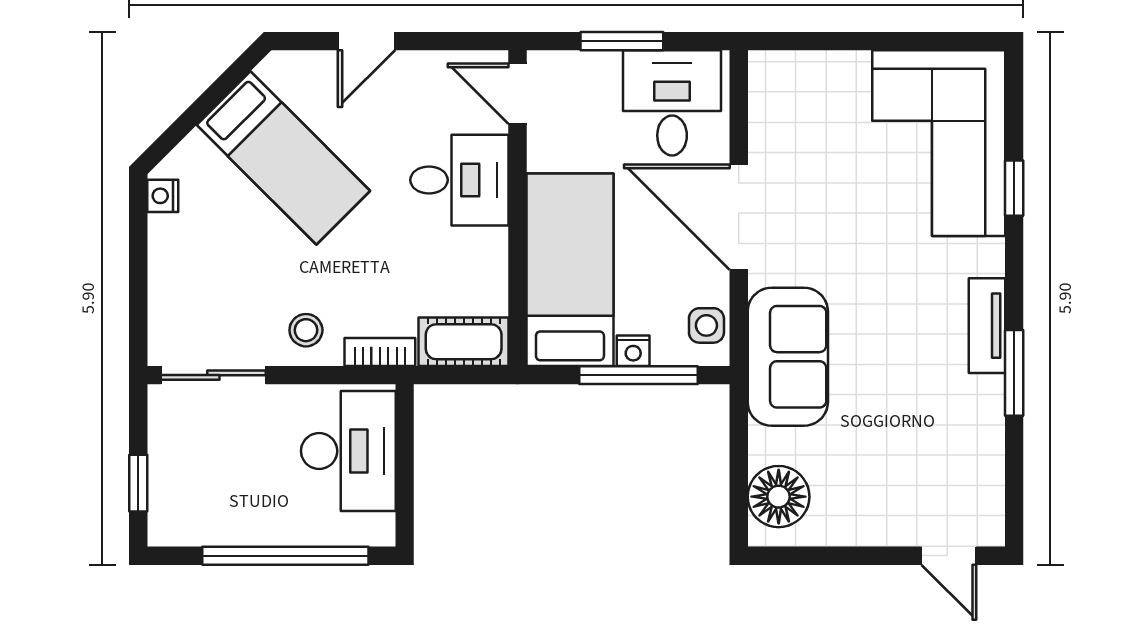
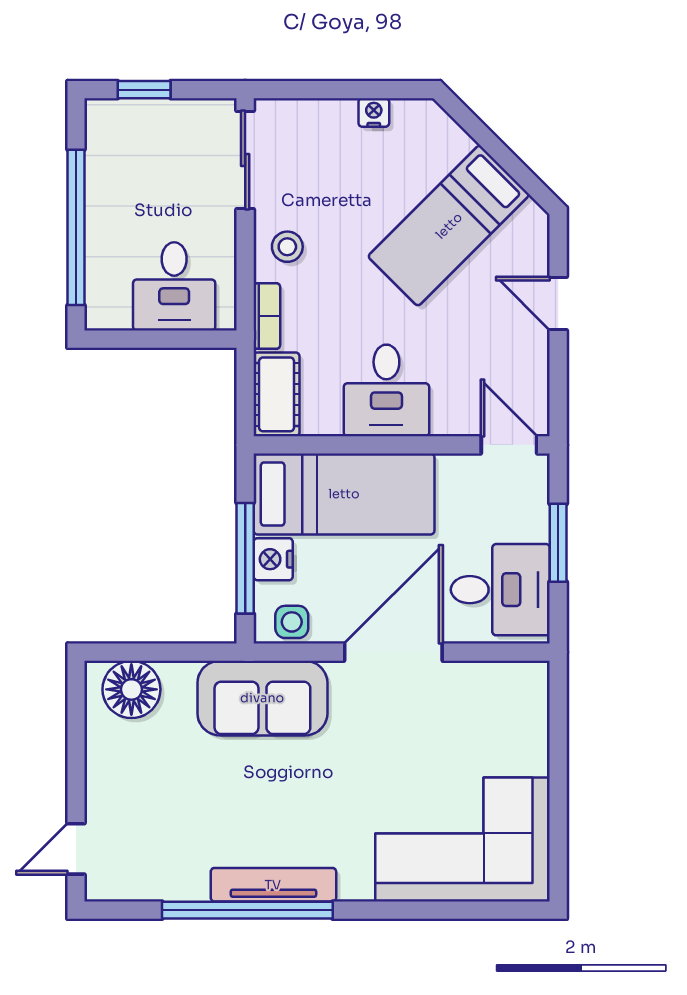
door: (518, 94) -> (509, 445), hinge flipped
desk: (459, 180) -> (386, 390), moved
window: (1014, 188) -> (420, 910), removed
nightstand: (163, 196) -> (374, 112), moved
tv unit: (987, 326) -> (273, 885), width x1.41
nightstand: (633, 351) -> (273, 559), width x1.39, depth x1.35
window: (1014, 373) -> (247, 910), width x2.11
desk: (348, 451) -> (174, 286), width x0.73

